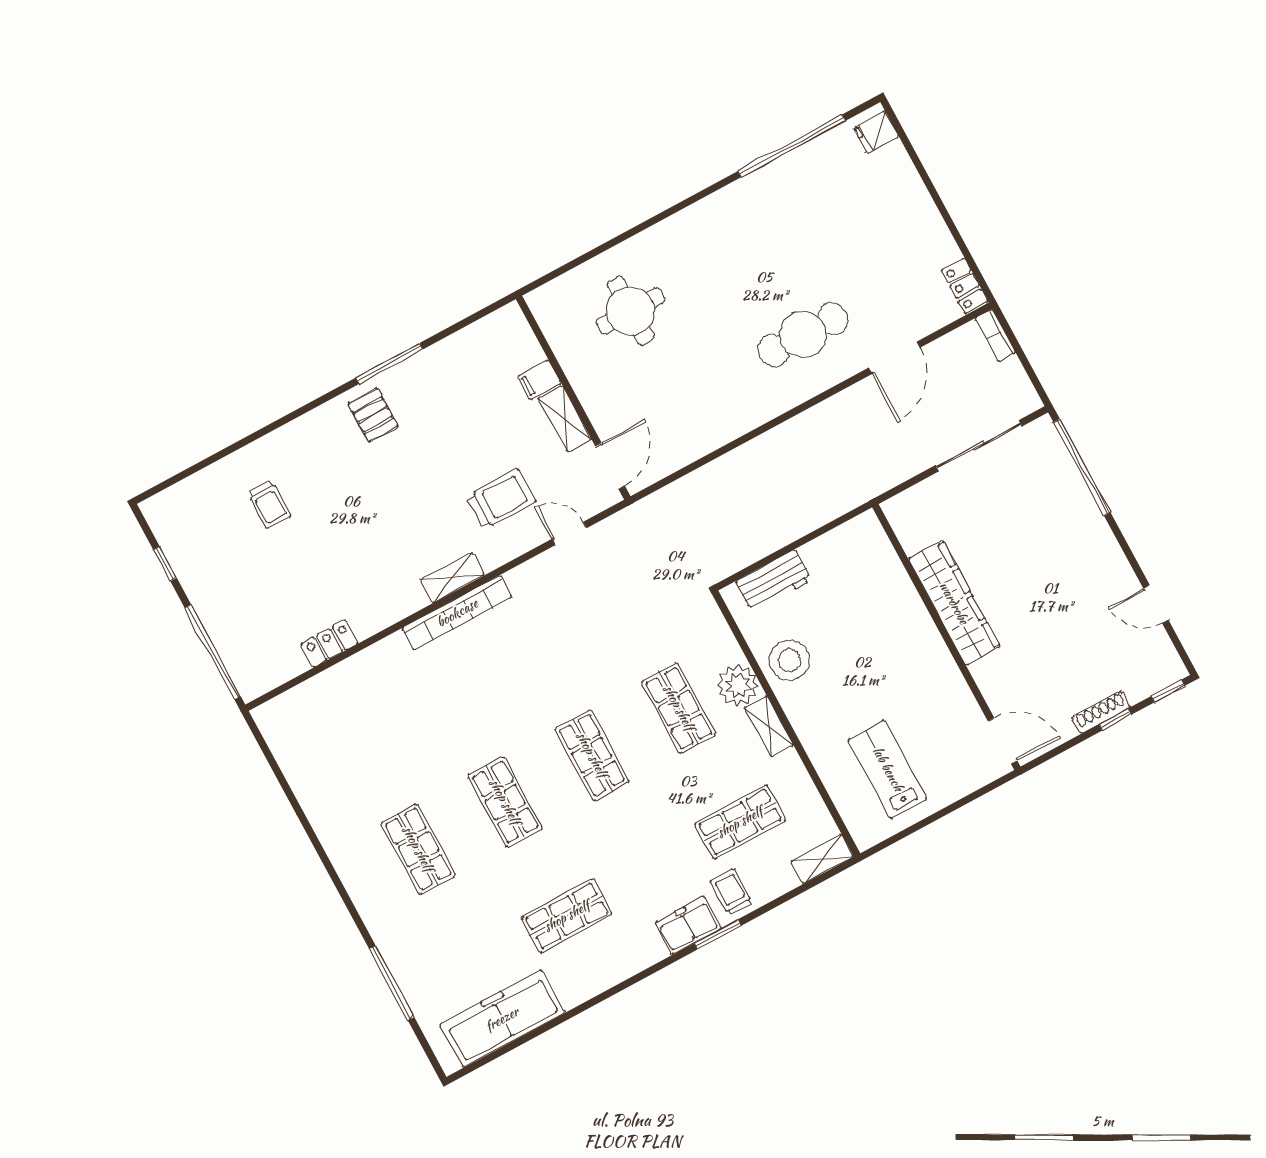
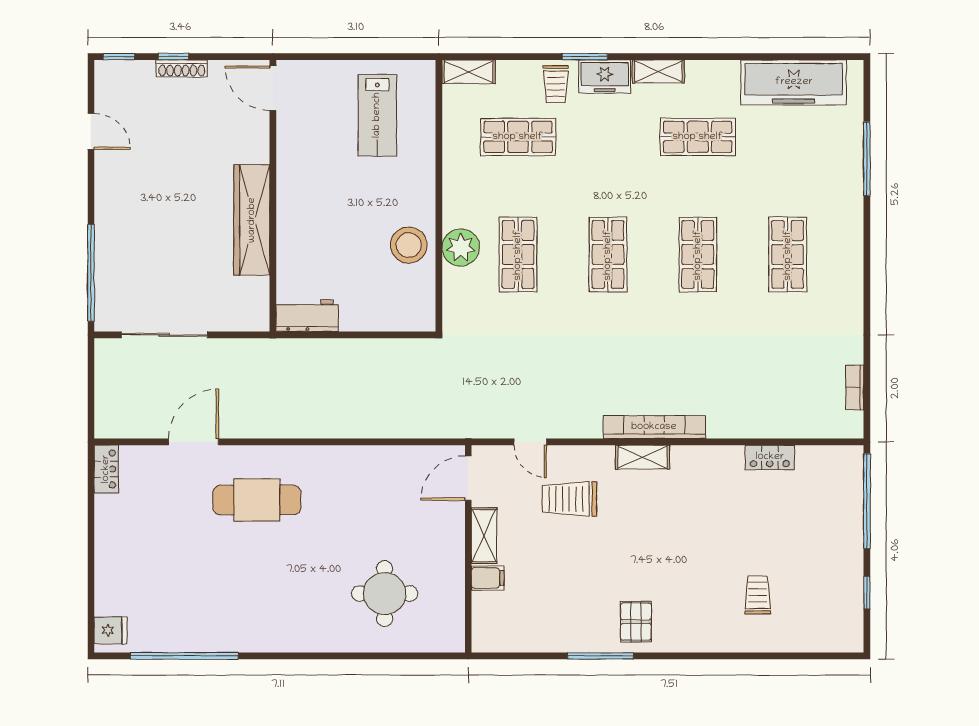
bookcase: (995, 335) -> (855, 387), moved, turned 180
workbench: (774, 581) -> (307, 316), moved
shelving: (769, 726) -> (658, 71), moved, turned 90

